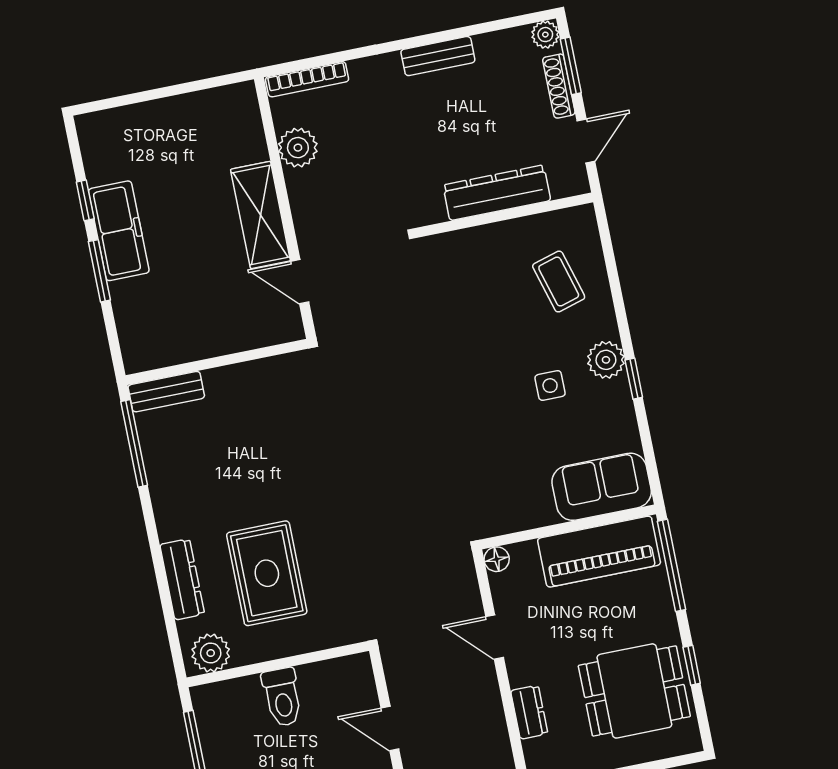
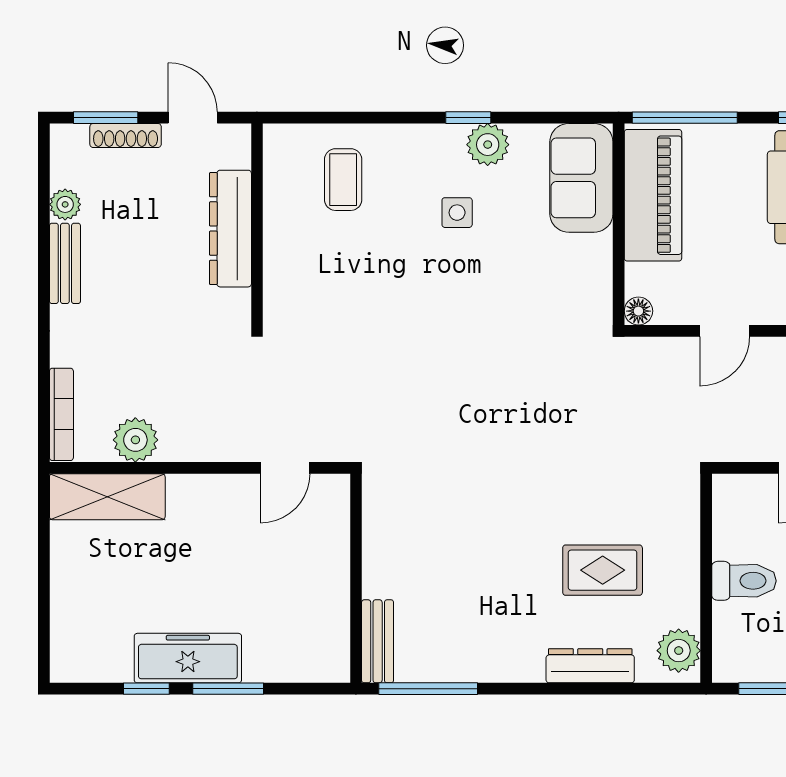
plant: (545, 35) -> (65, 204), moved
shelving: (260, 215) -> (107, 497), moved
coffee table: (559, 282) -> (343, 180), turned -74
plant: (606, 360) -> (488, 145), moved
rug: (267, 573) -> (603, 570), width x0.73, depth x0.70

